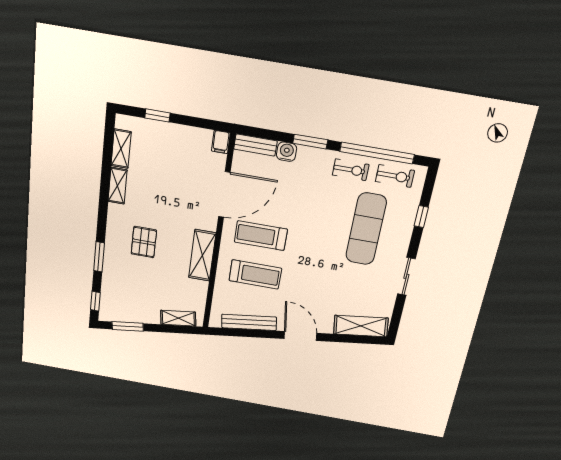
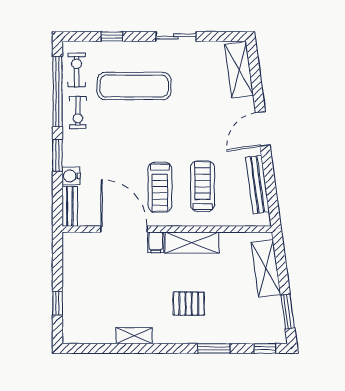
filing cabinet: (221, 142) -> (156, 242), moved, turned 90
shelving: (121, 149) -> (96, 335), removed
exercise bike: (351, 170) -> (78, 112), turned 180
shelving: (178, 318) -> (266, 268), width x1.50, depth x1.33

